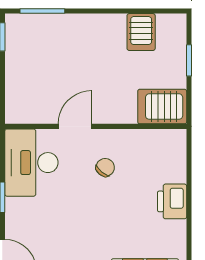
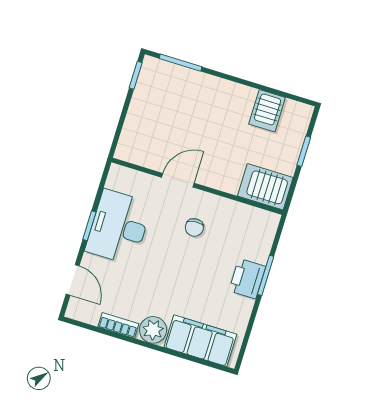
desk: (31, 163) -> (119, 227), moved
chair: (105, 167) -> (194, 227), turned 136
window: (189, 193) -> (266, 275), added

